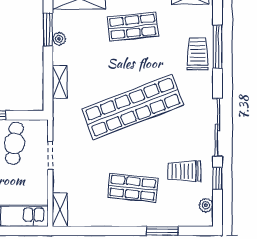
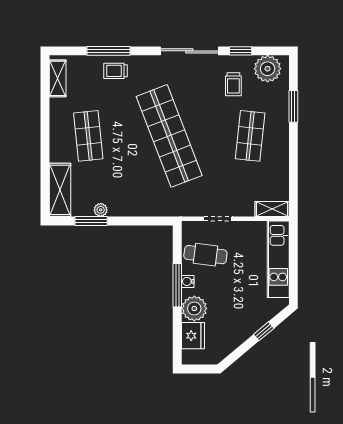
trolley: (198, 54) -> (116, 71), width x0.73, depth x0.72
shelving: (60, 82) -> (144, 209), removed
trolley: (184, 171) -> (233, 84), width x0.73, depth x0.72
plant: (206, 205) -> (268, 69), width x1.88, depth x1.88

